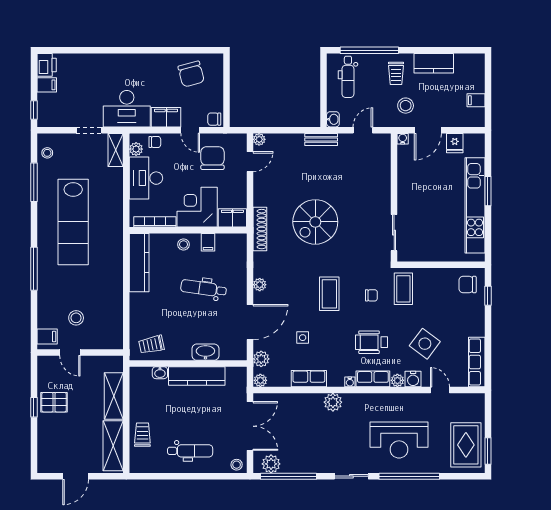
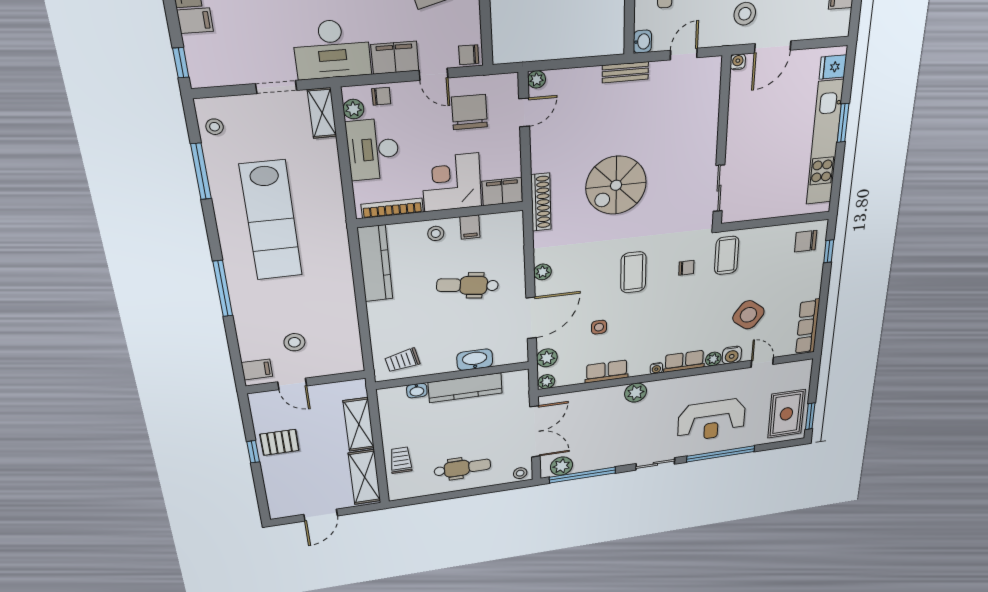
fridge: (455, 143) -> (833, 67), moved, turned 90
wheelchair: (372, 342) -> (684, 321), removed

